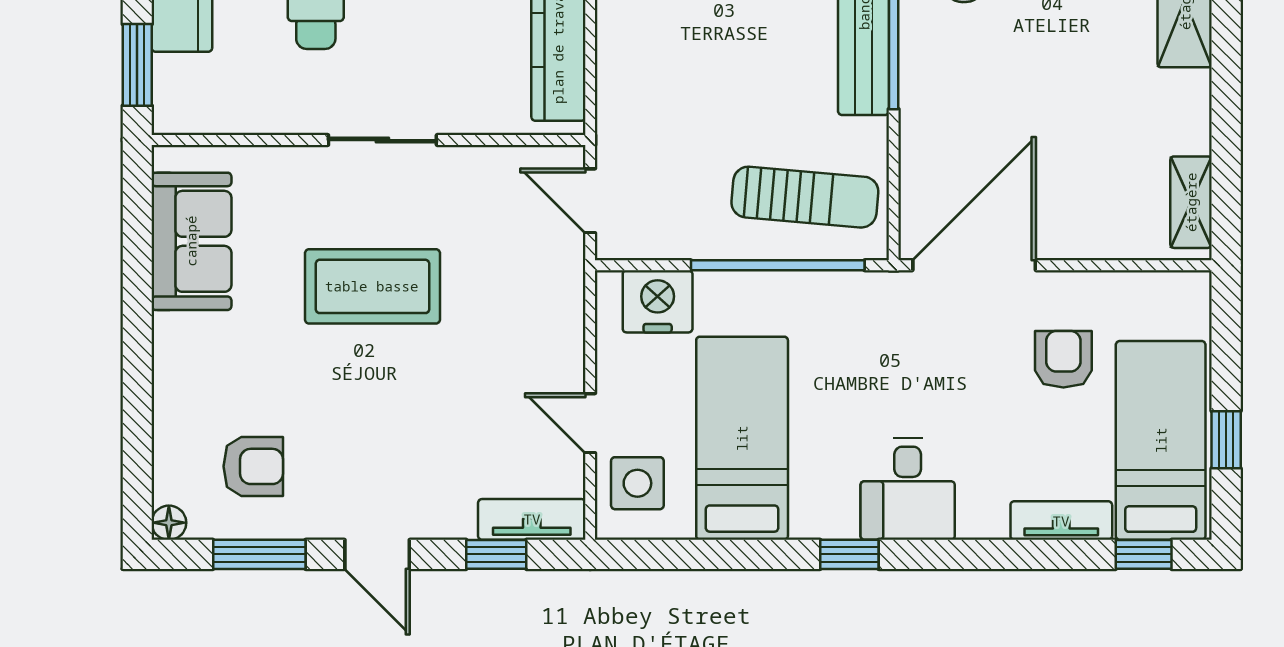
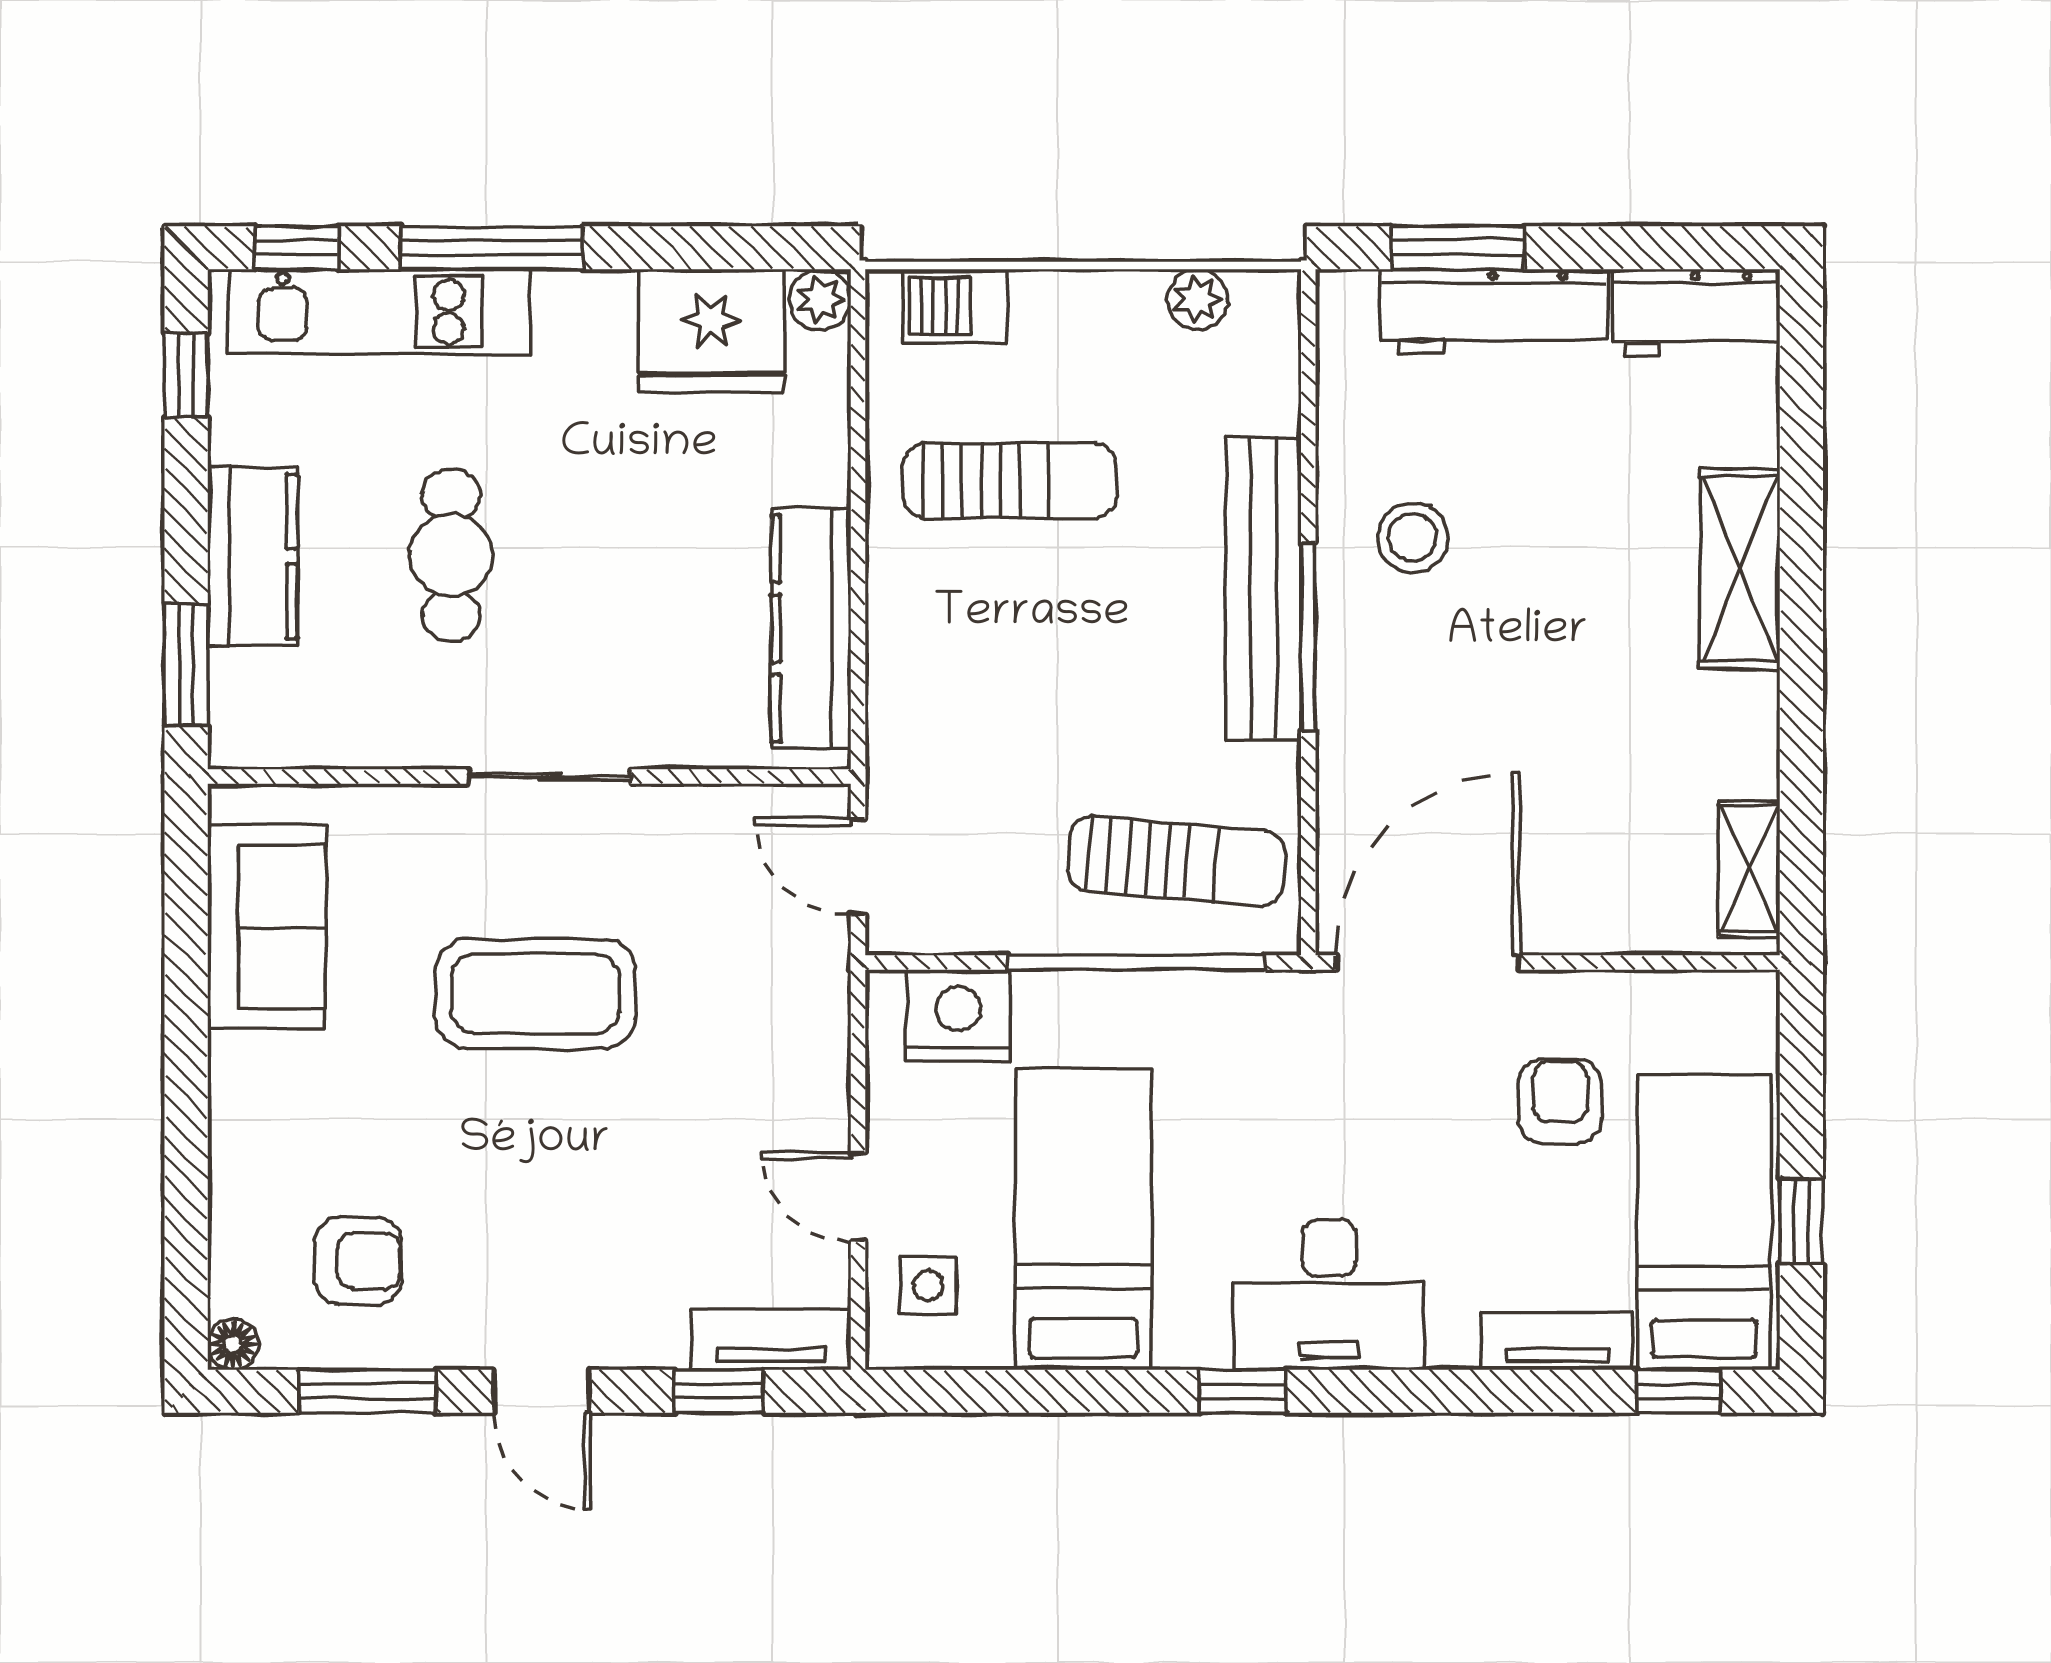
side table: (637, 483) -> (928, 1286), width x0.73, depth x0.73
desk: (908, 489) -> (1329, 1295), width x1.37

